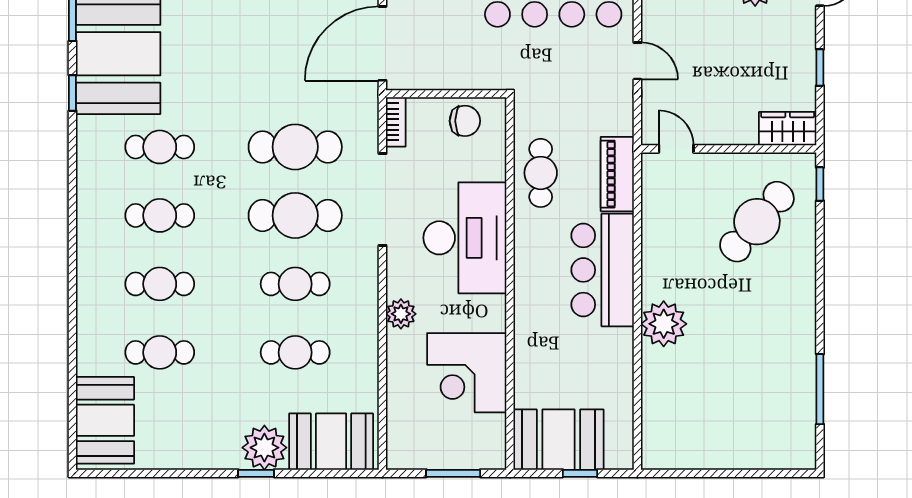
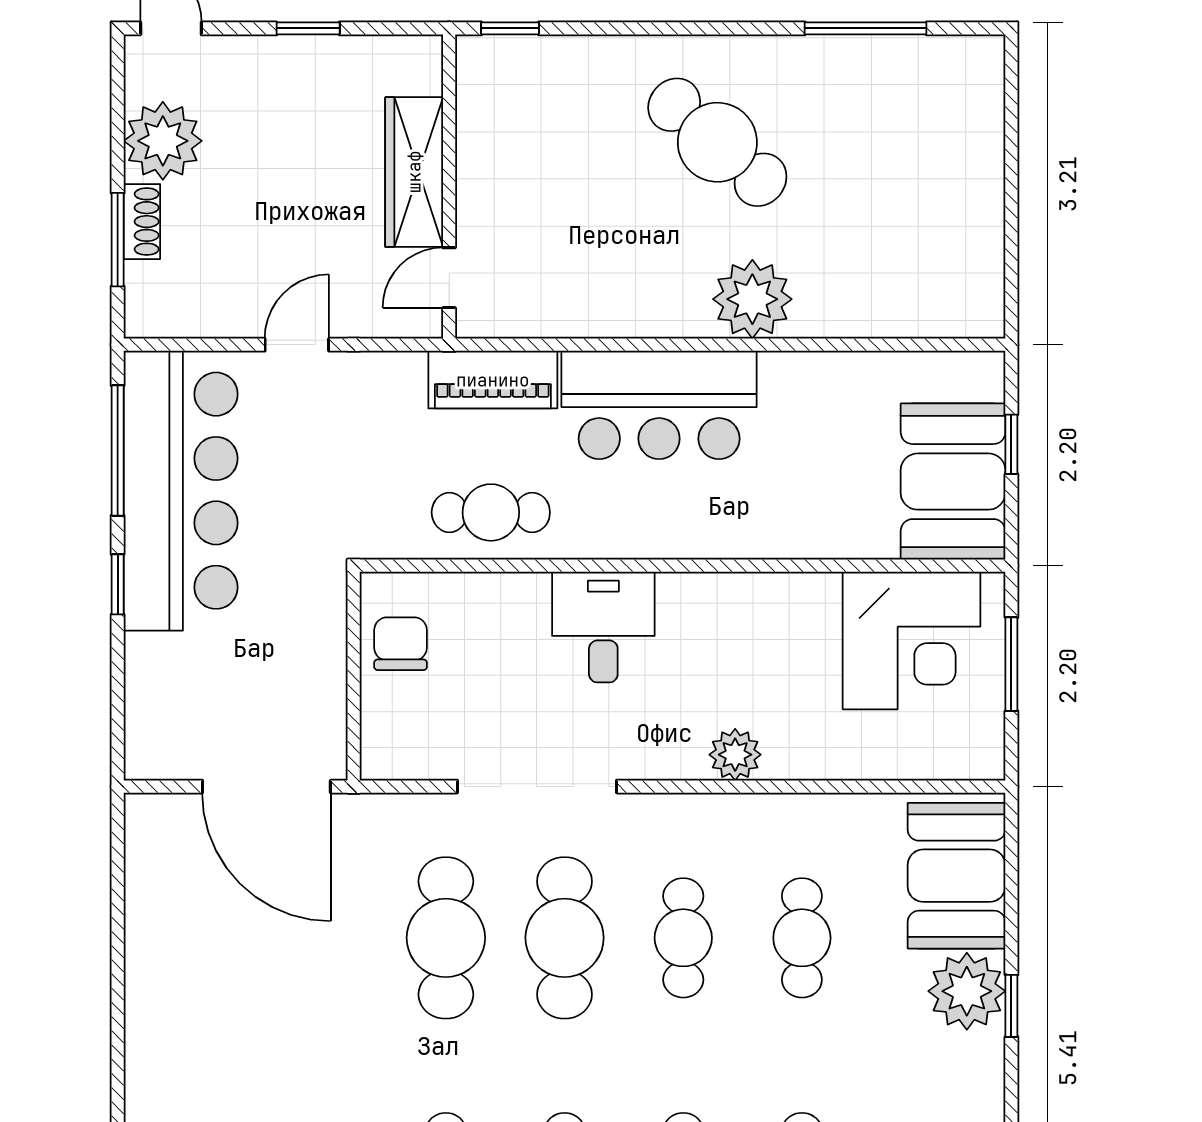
bookcase: (396, 122) -> (402, 763), removed
wardrobe: (788, 129) -> (414, 172), moved, width x1.50
cafe table: (757, 222) -> (717, 142), moved
desk: (465, 238) -> (603, 627), width x0.53, depth x0.77
corner desk: (467, 373) -> (912, 640), moved

